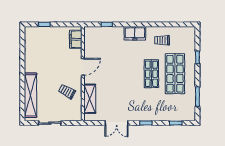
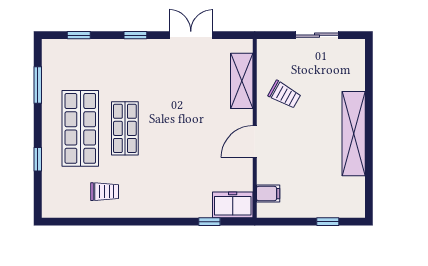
freezer: (135, 33) -> (233, 205), moved
filing cabinet: (76, 39) -> (268, 194), width x0.50
shelving: (31, 95) -> (354, 134), moved

